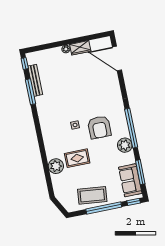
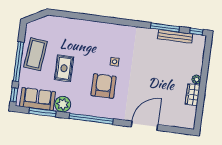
door: (117, 59) -> (145, 126), moved
armchair: (99, 127) -> (104, 86), turned 90
plant: (125, 145) -> (63, 104), moved
rug: (77, 158) -> (64, 68), moved
plant: (56, 166) -> (79, 27), removed

